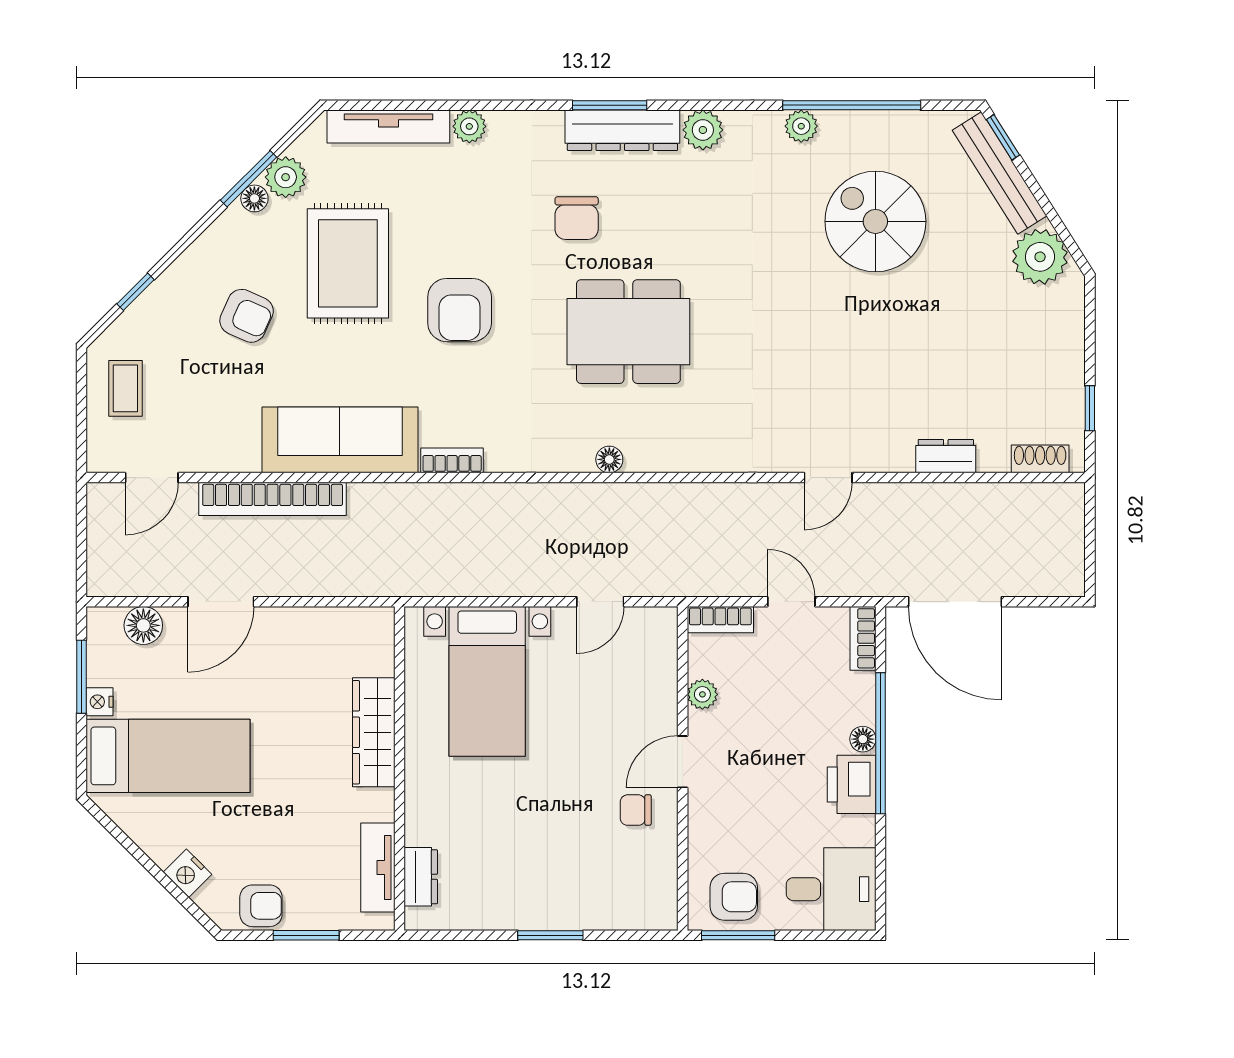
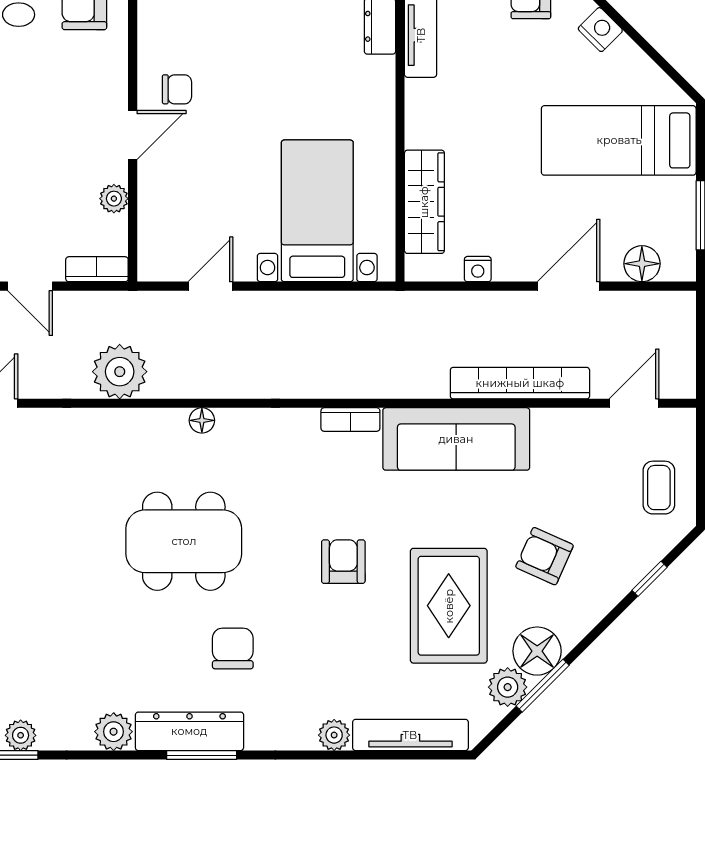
floor lamp: (254, 198) -> (537, 651), width x1.89, depth x1.89
armchair: (460, 310) -> (343, 562), width x0.72, depth x0.72
plant: (696, 511) -> (120, 372), added
nightstand: (100, 702) -> (478, 269), moved, turned 90
wardrobe: (374, 732) -> (424, 202), moved

